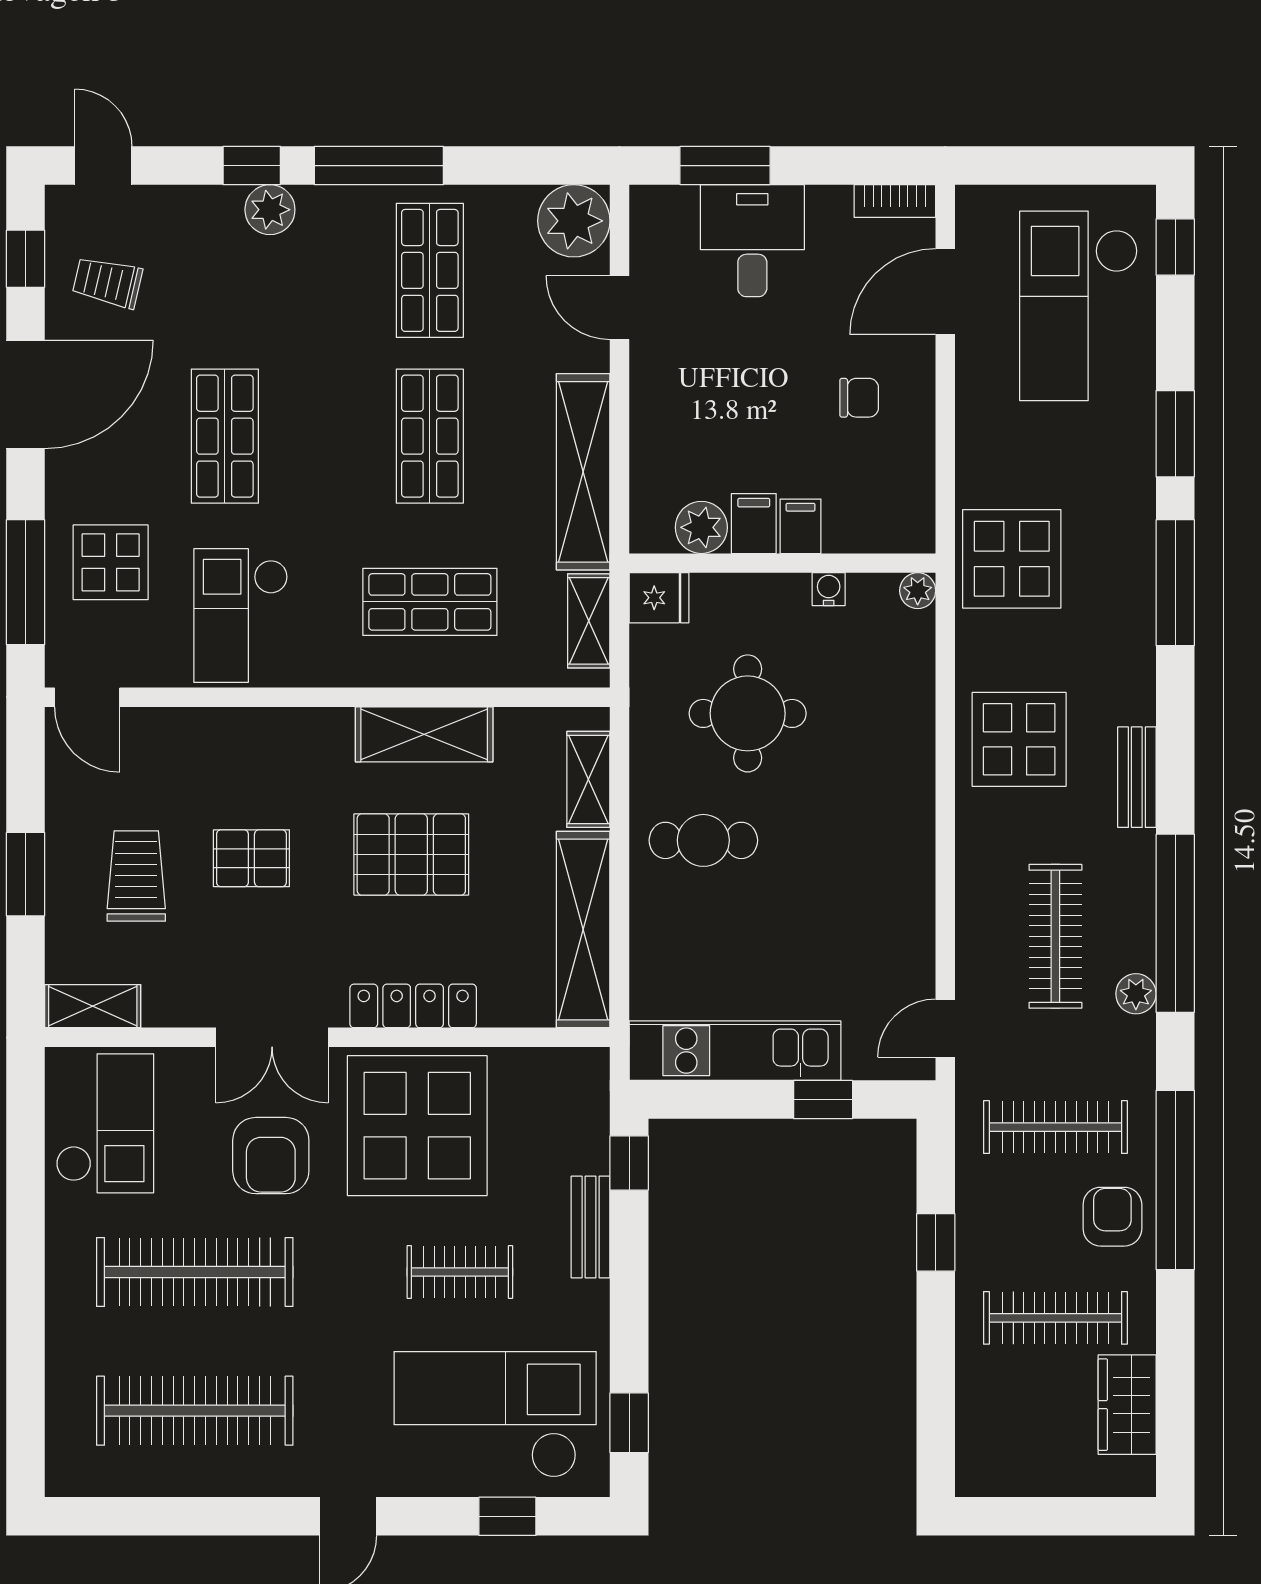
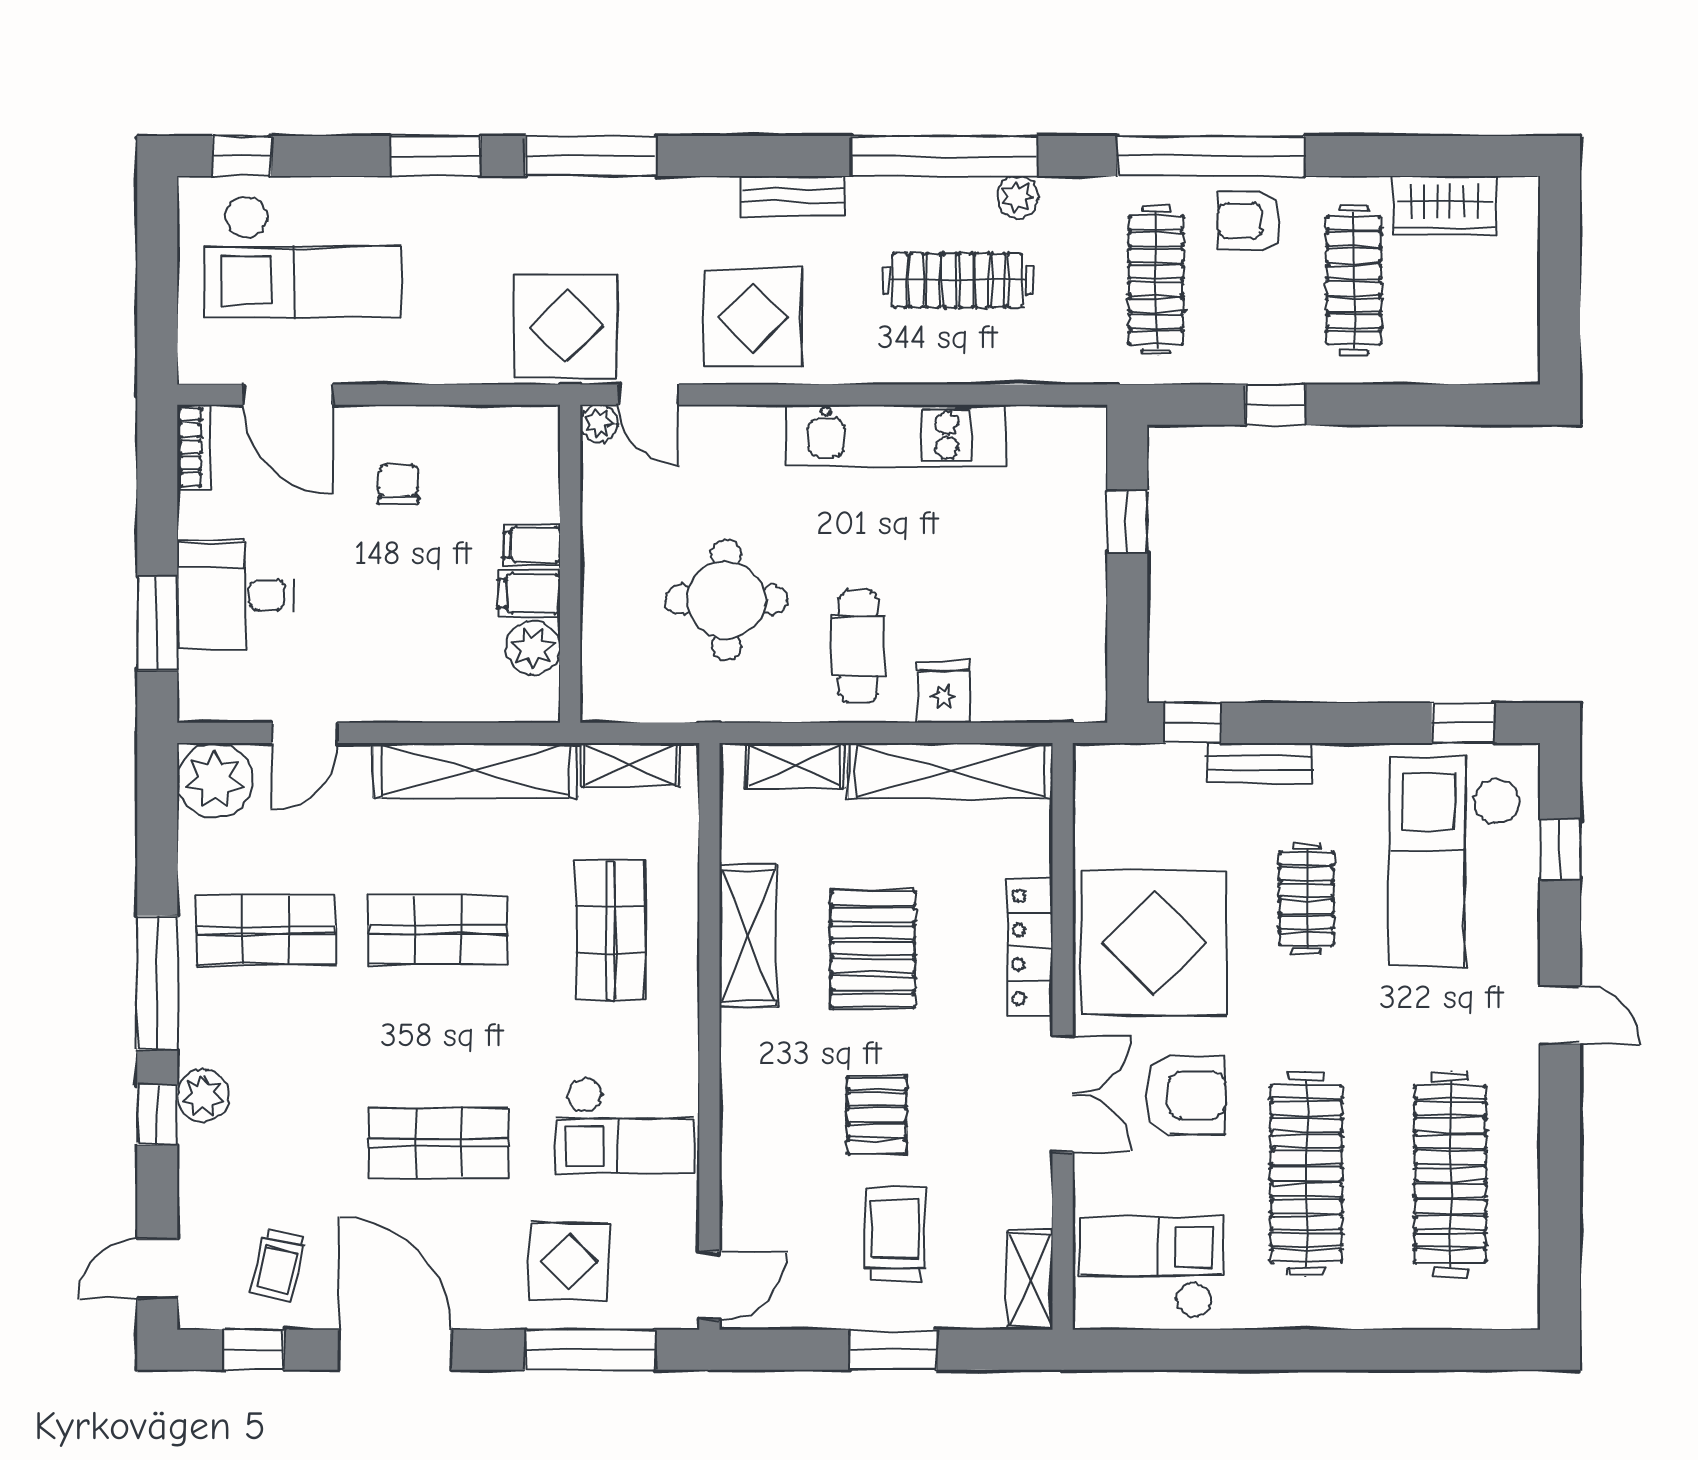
water cooler: (829, 589) -> (597, 516), removed
fridge: (659, 598) -> (944, 692), moved
trolley: (136, 876) -> (895, 1235), turned 90
door: (945, 1028) -> (648, 395), moved
kitchen unit: (735, 1051) -> (896, 436), moved, turned -90

